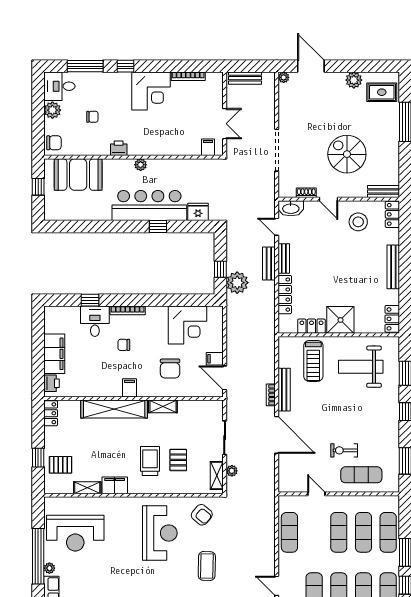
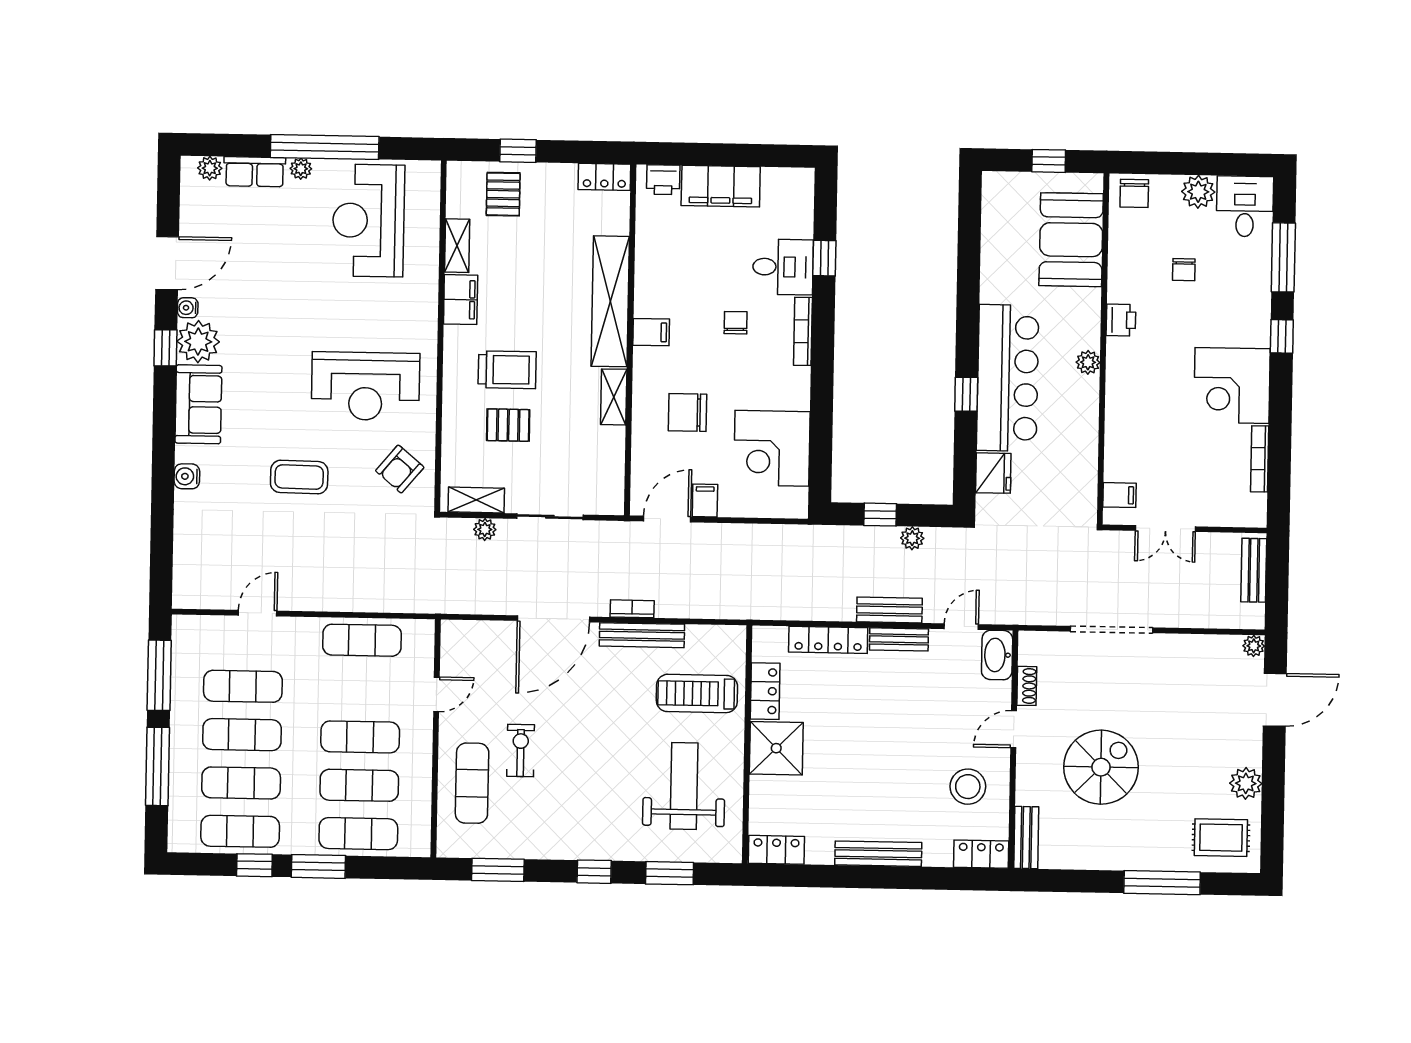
rug: (382, 92) -> (1221, 838), turned 90
plant: (237, 283) -> (912, 538), moved, width x0.53, depth x0.53

